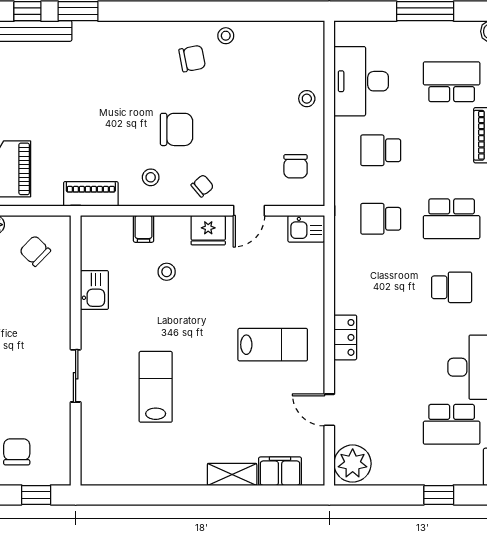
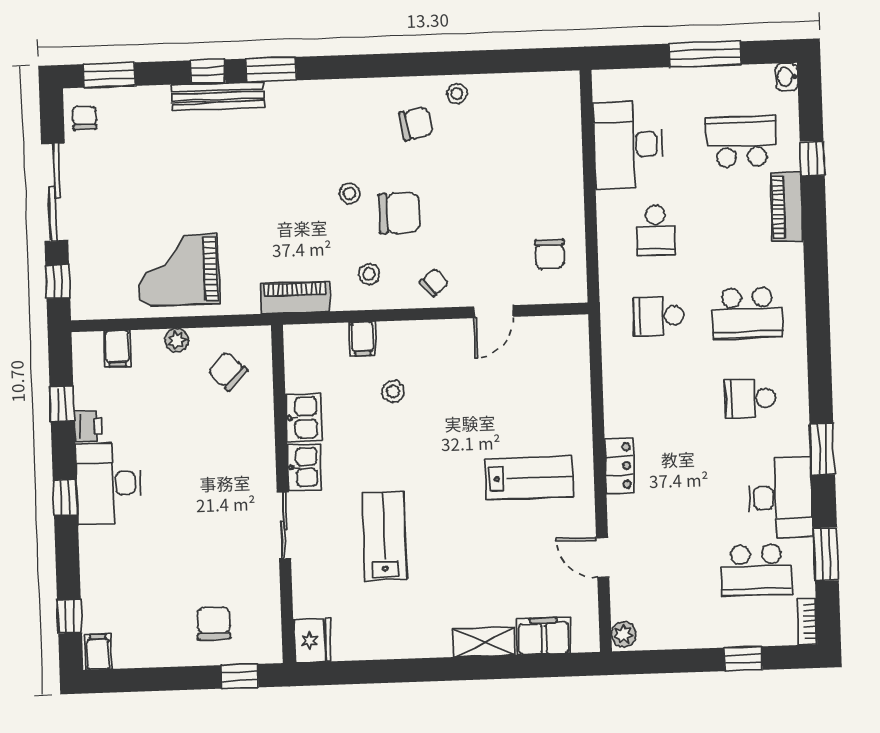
stool: (307, 99) -> (350, 194), moved
school desk: (381, 150) -> (656, 230), turned -90
kitchen sink: (306, 229) -> (304, 467), moved, turned -90
fridge: (208, 230) -> (312, 641), moved, turned -90
school desk: (452, 287) -> (750, 398), turned 180
plant: (353, 464) -> (624, 634), width x0.53, depth x0.53

